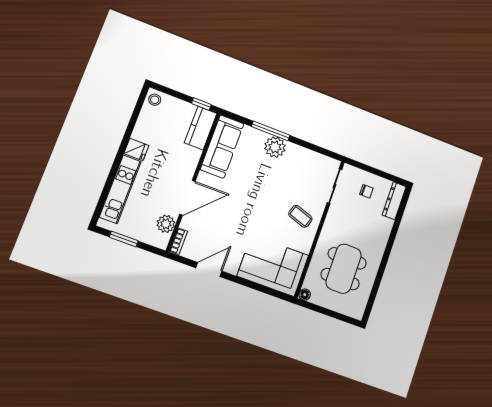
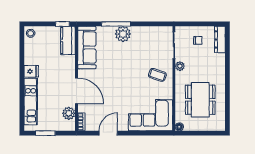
door: (187, 198) -> (76, 91), hinge flipped
plant: (333, 216) -> (180, 66), added

